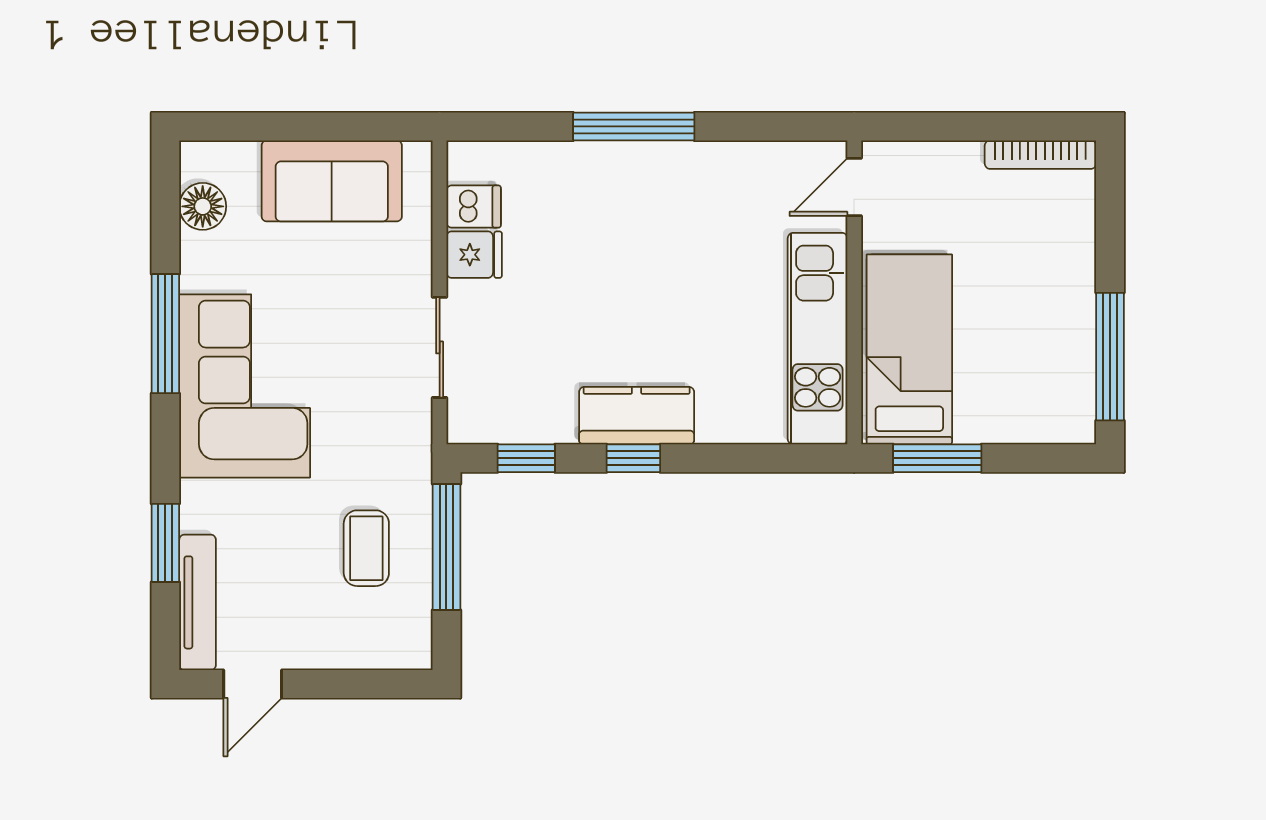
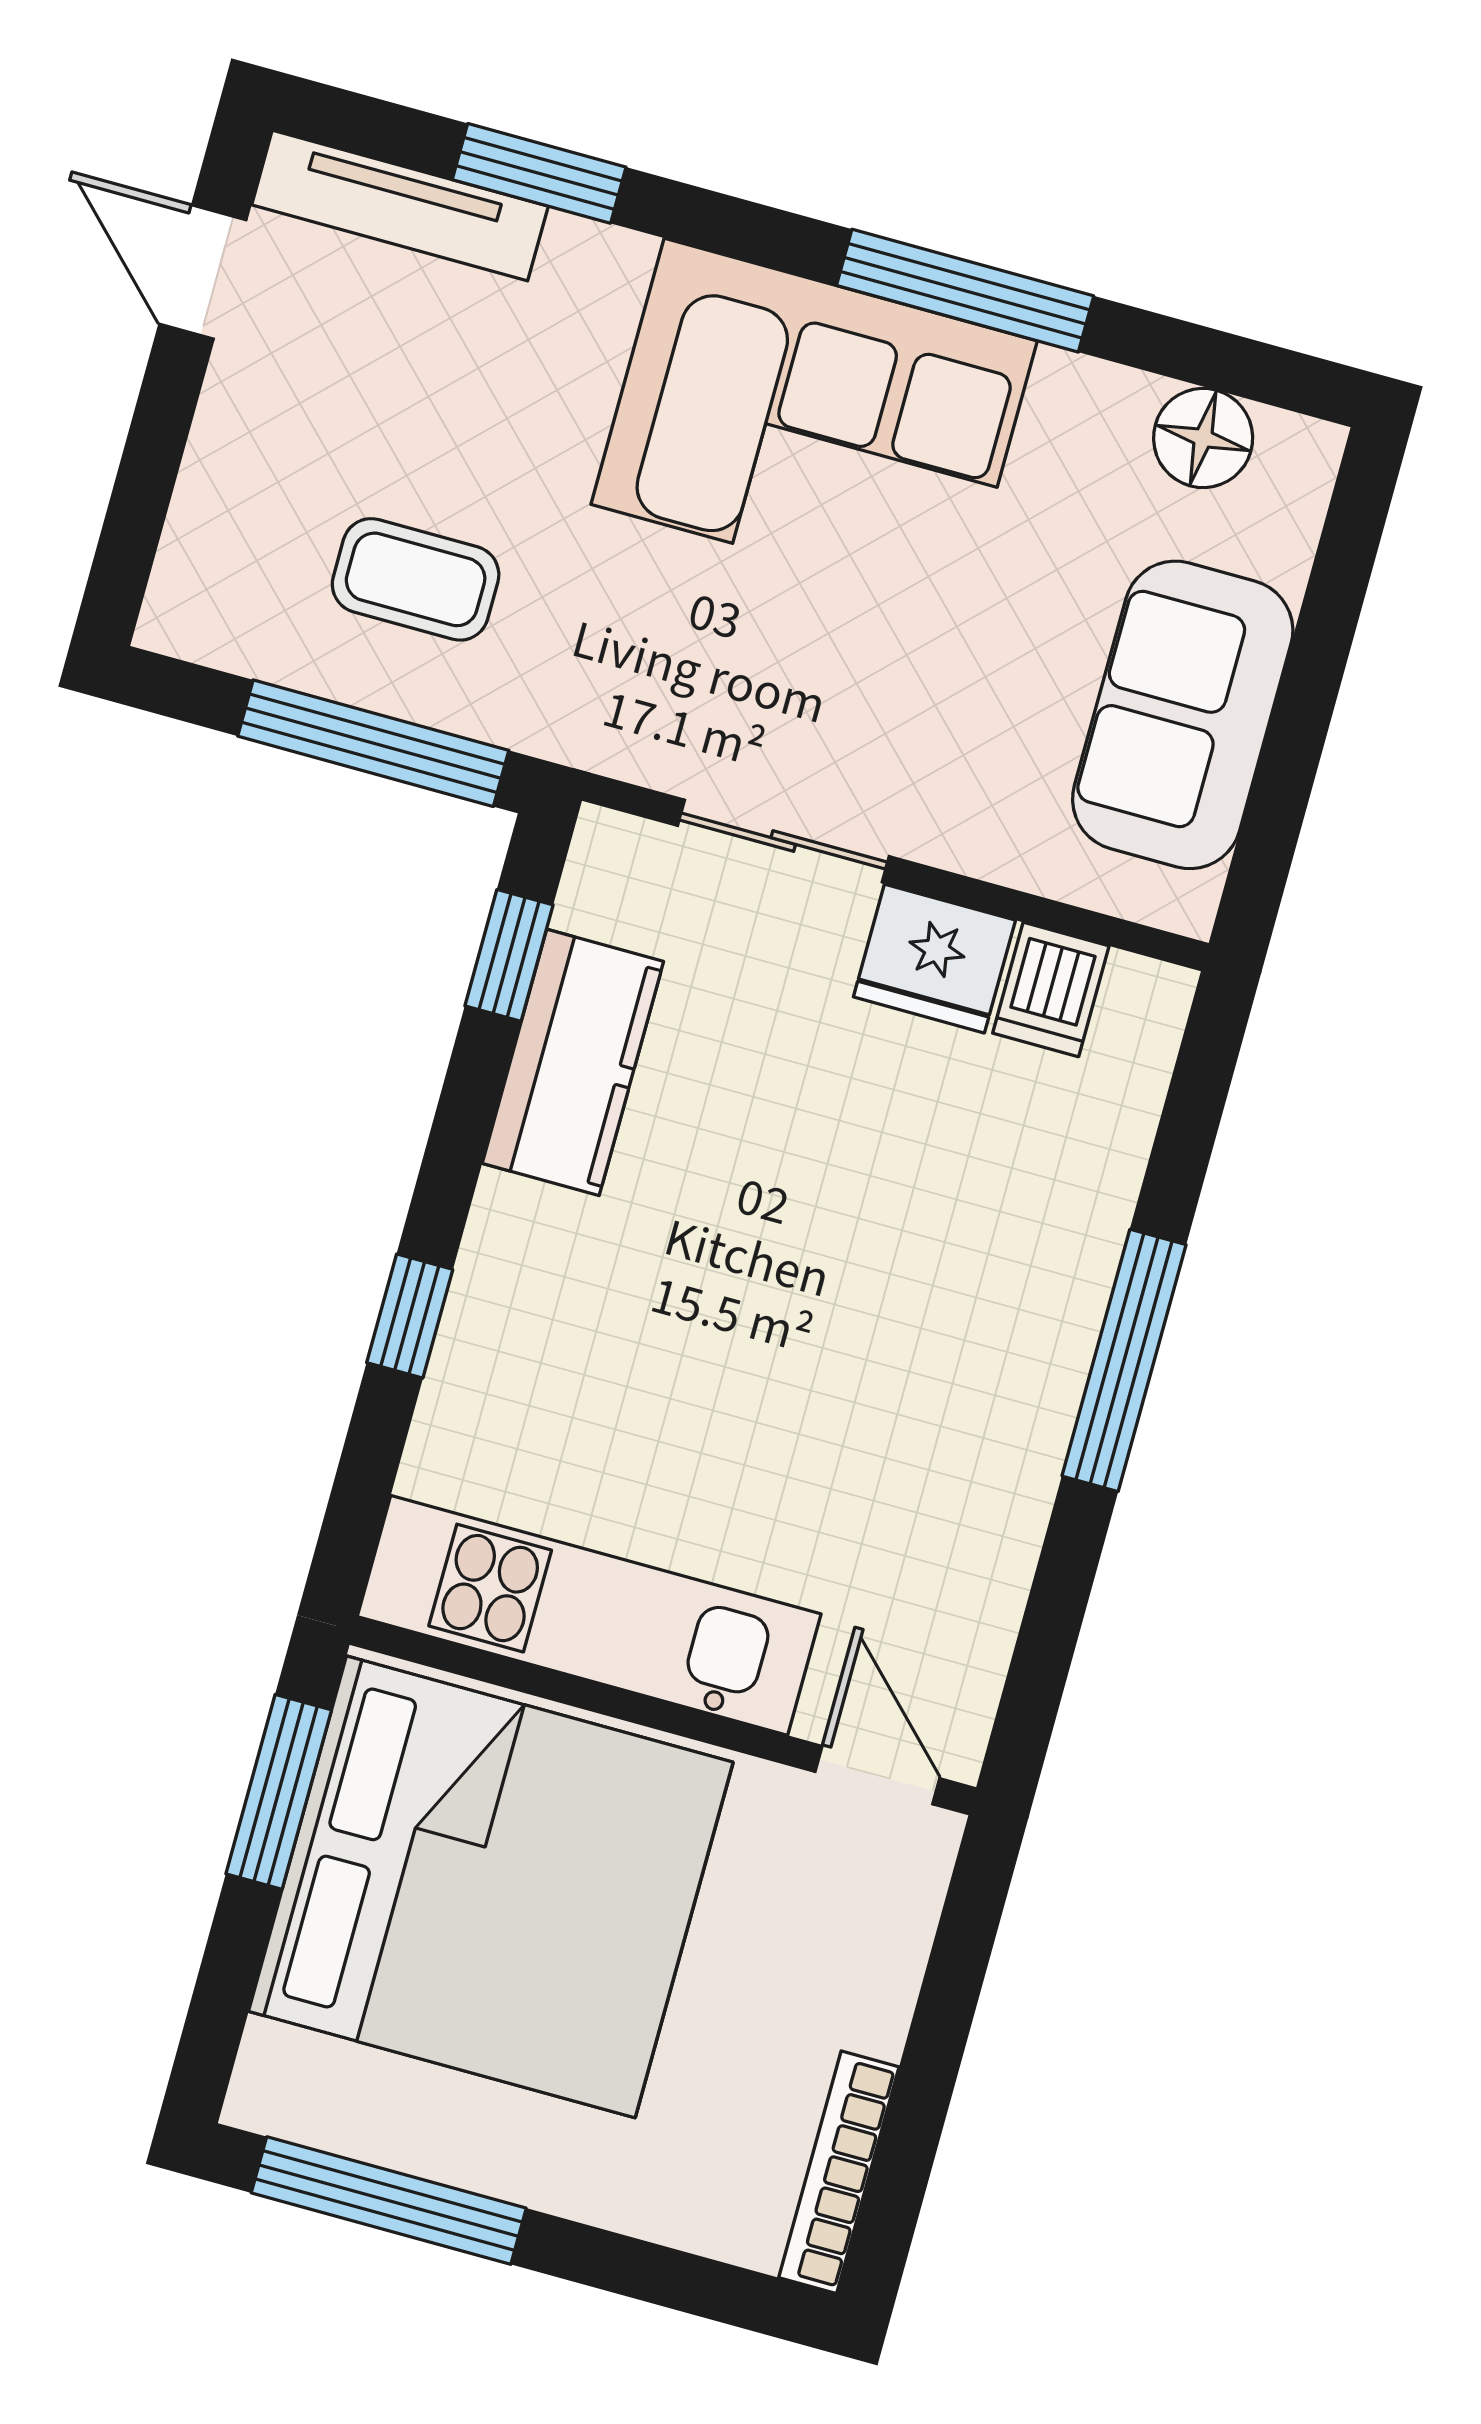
fridge: (474, 255) -> (934, 959), width x1.38
bed: (909, 349) -> (491, 1887), width x2.04
kitchen counter: (637, 416) -> (573, 1062), moved
window: (633, 458) -> (410, 1316), moved

